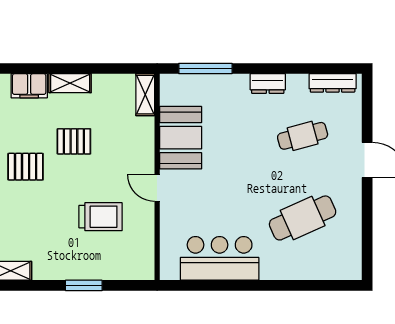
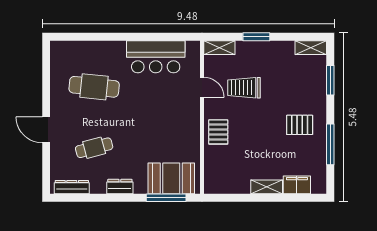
shelving: (145, 95) -> (219, 48), moved, turned 90
booth: (181, 138) -> (171, 178), moved, turned 90
pallet: (74, 141) -> (218, 132), moved, turned 90
door: (157, 188) -> (202, 87), moved
cafe table: (303, 218) -> (94, 87), turned 30

